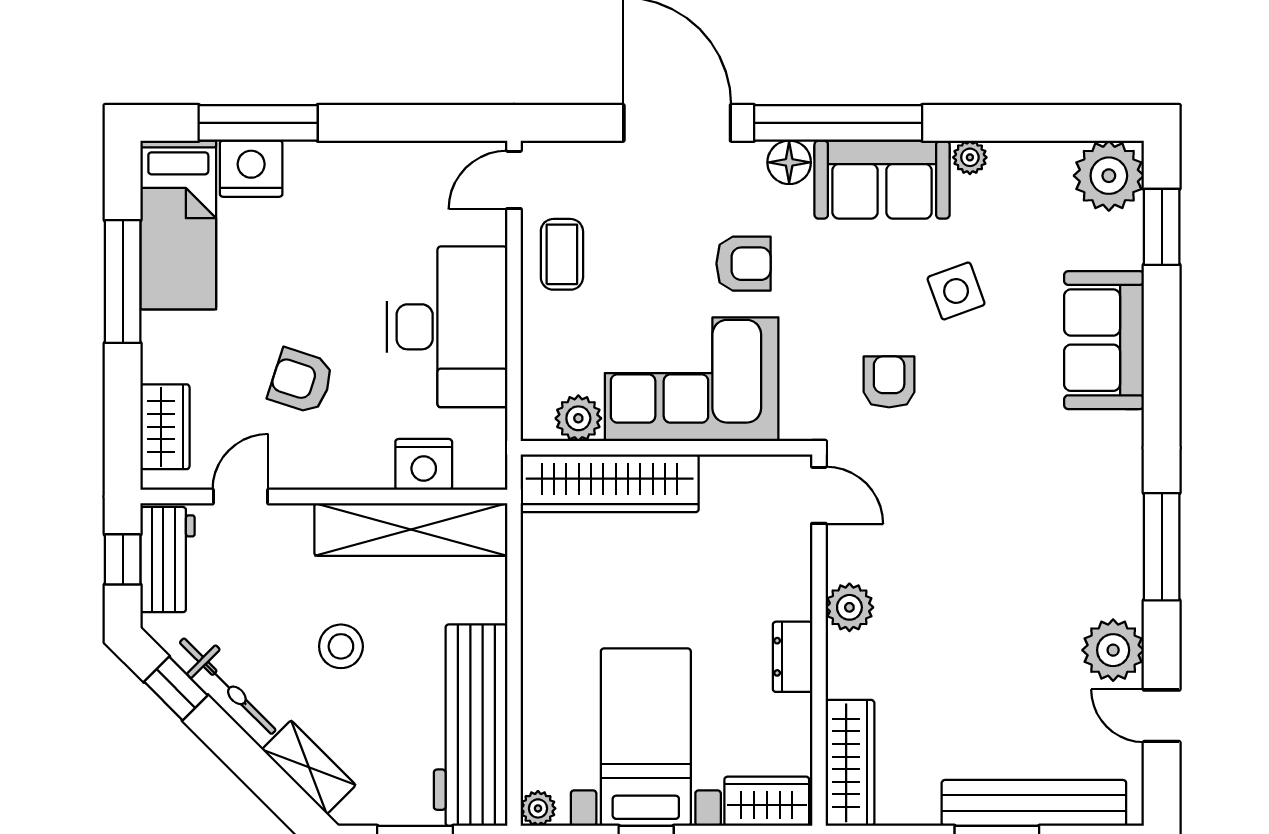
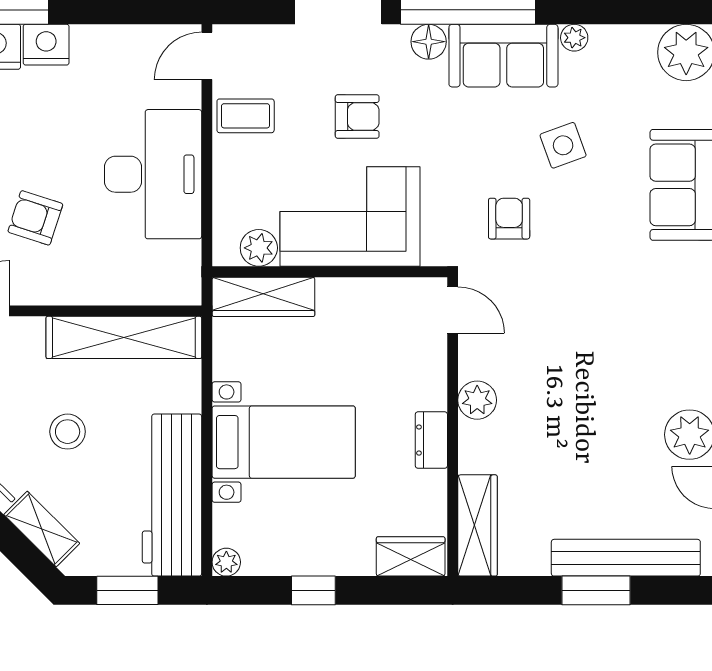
coffee table: (562, 254) -> (246, 116), turned 90
armchair: (744, 264) -> (357, 116), moved
nightstand: (424, 464) -> (46, 45), moved, turned 180
wardrobe: (610, 483) -> (263, 297), width x0.71, depth x0.85
bed with nightstands: (646, 737) -> (284, 442), moved, turned 90

